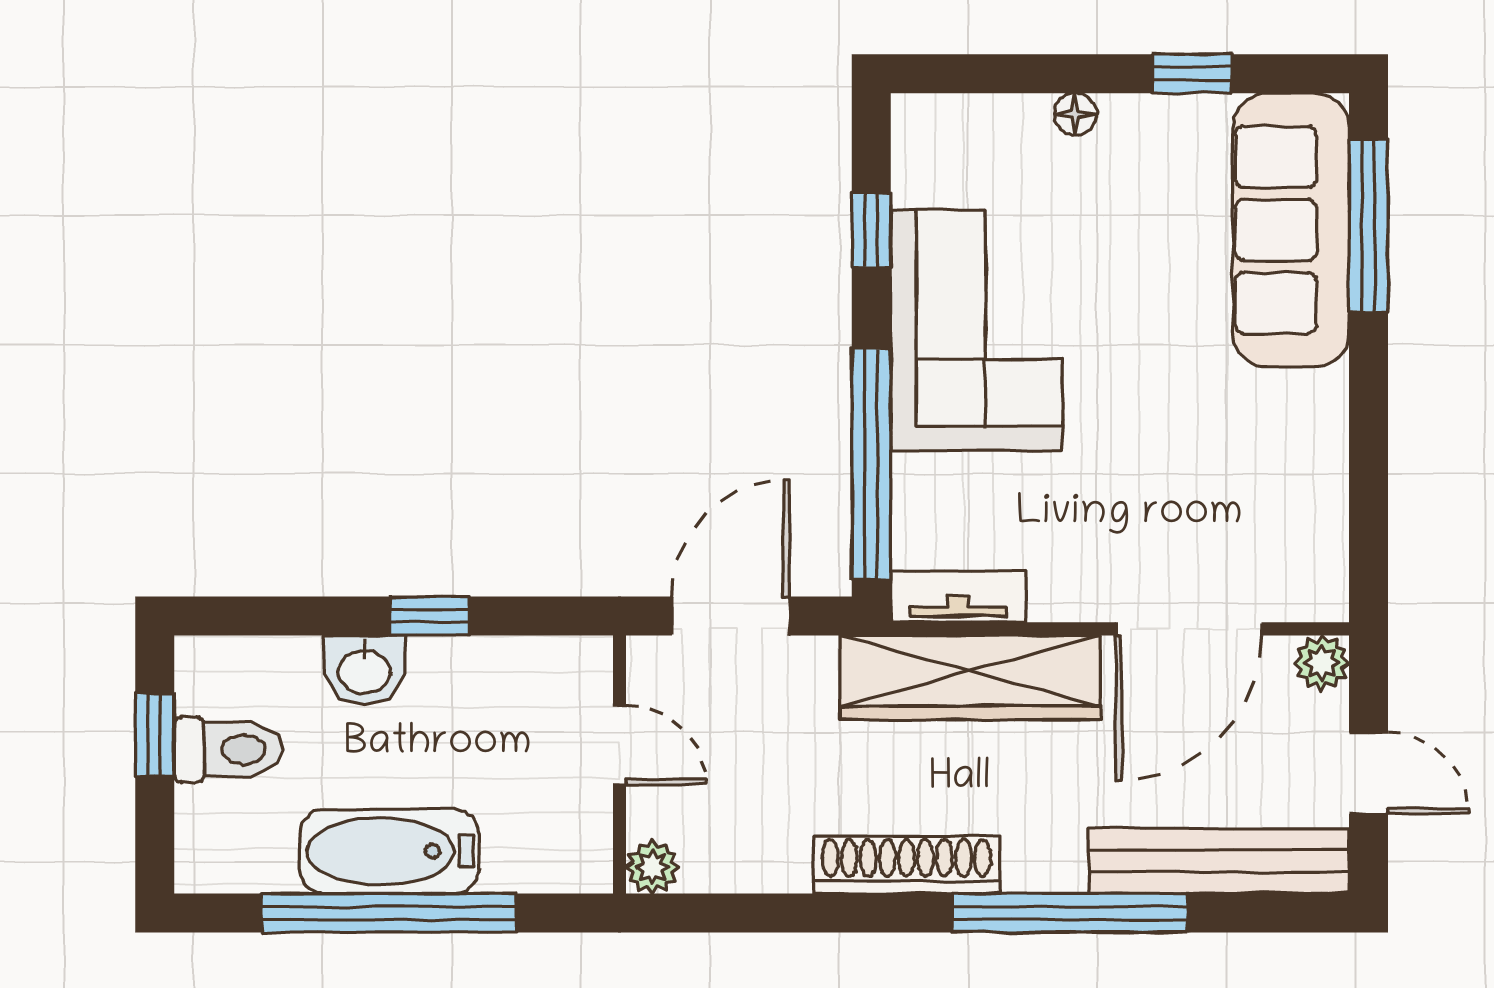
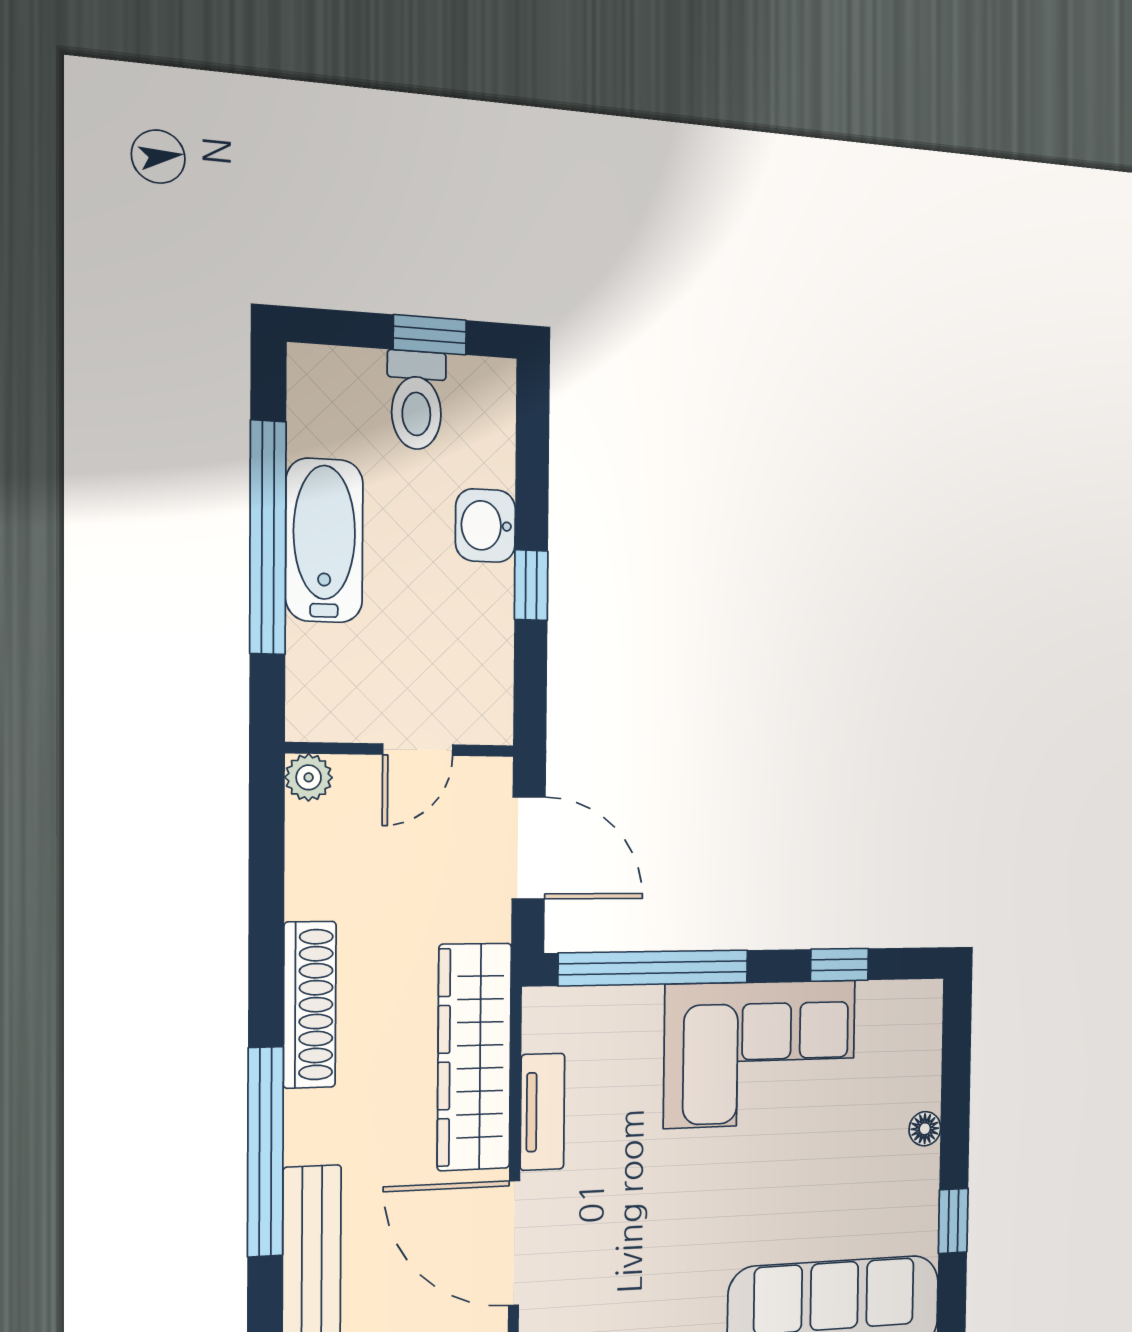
tv unit: (958, 597) -> (542, 1112), moved

